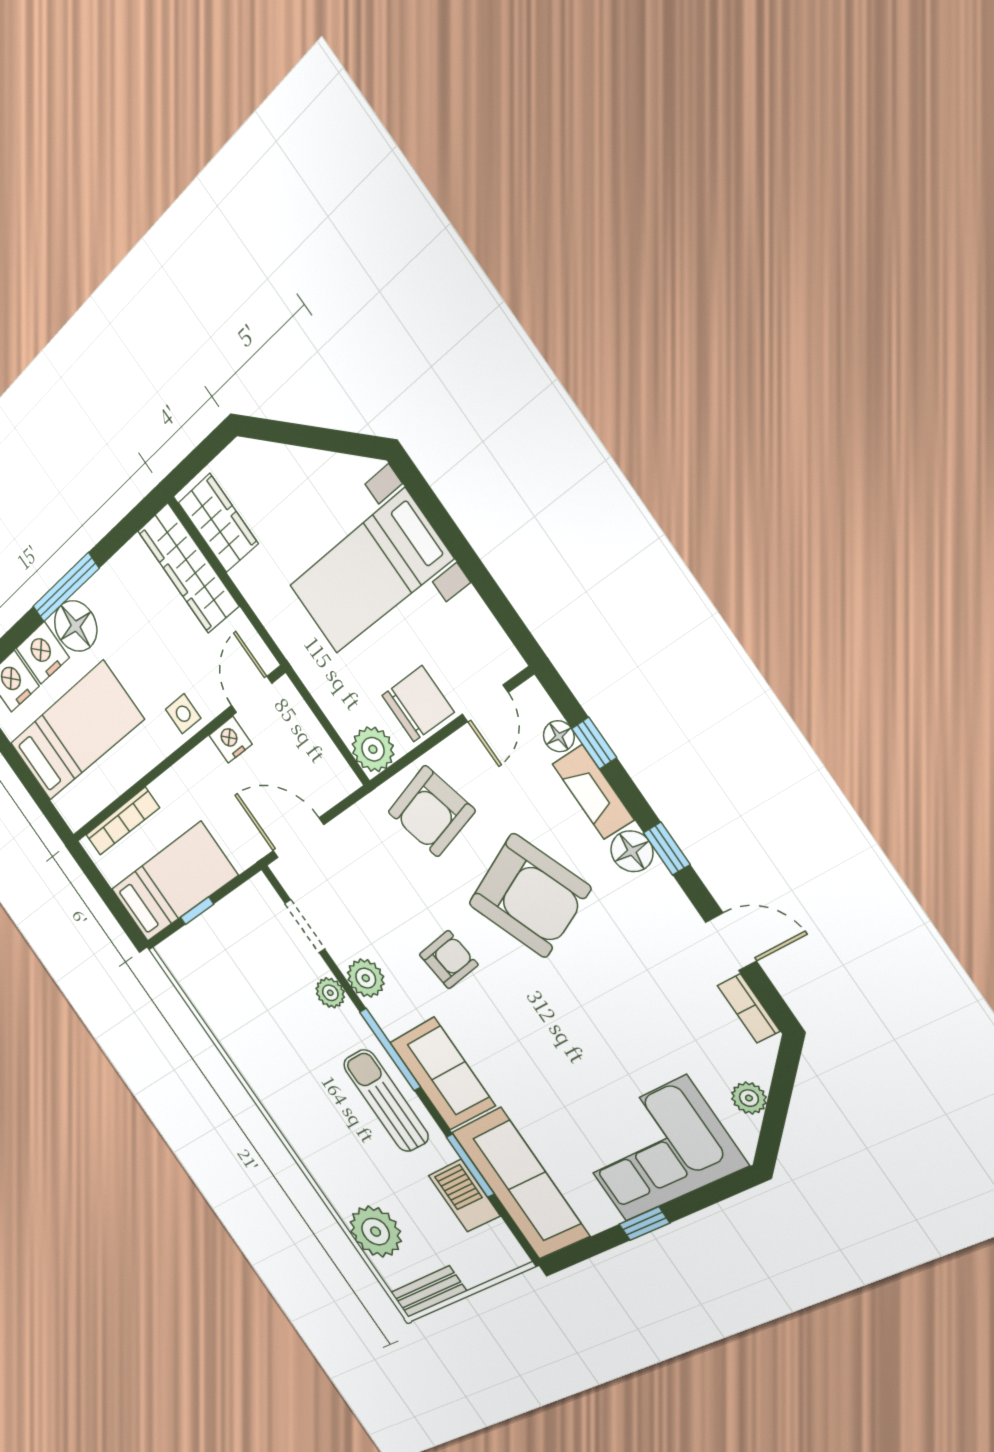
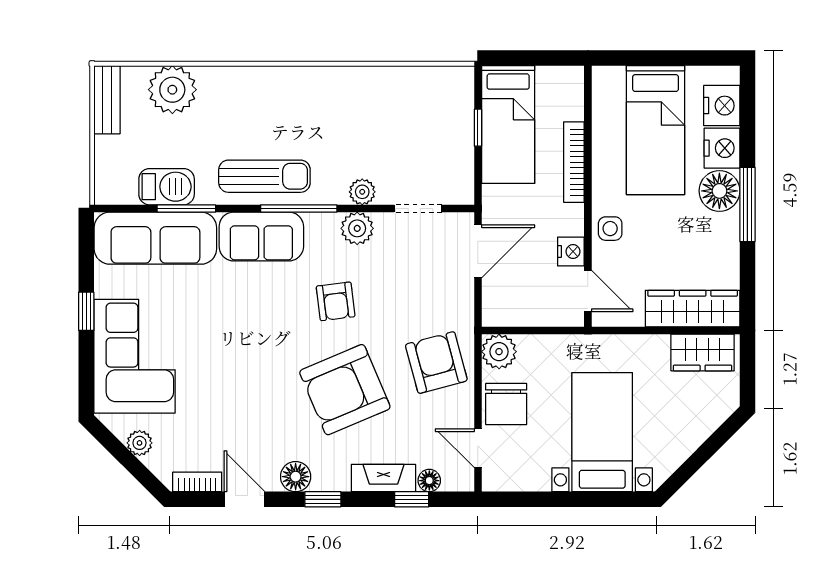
bookcase: (122, 821) -> (574, 162), moved
floor lamp: (632, 851) -> (296, 477), moved
door: (731, 942) -> (244, 499), swing flipped

